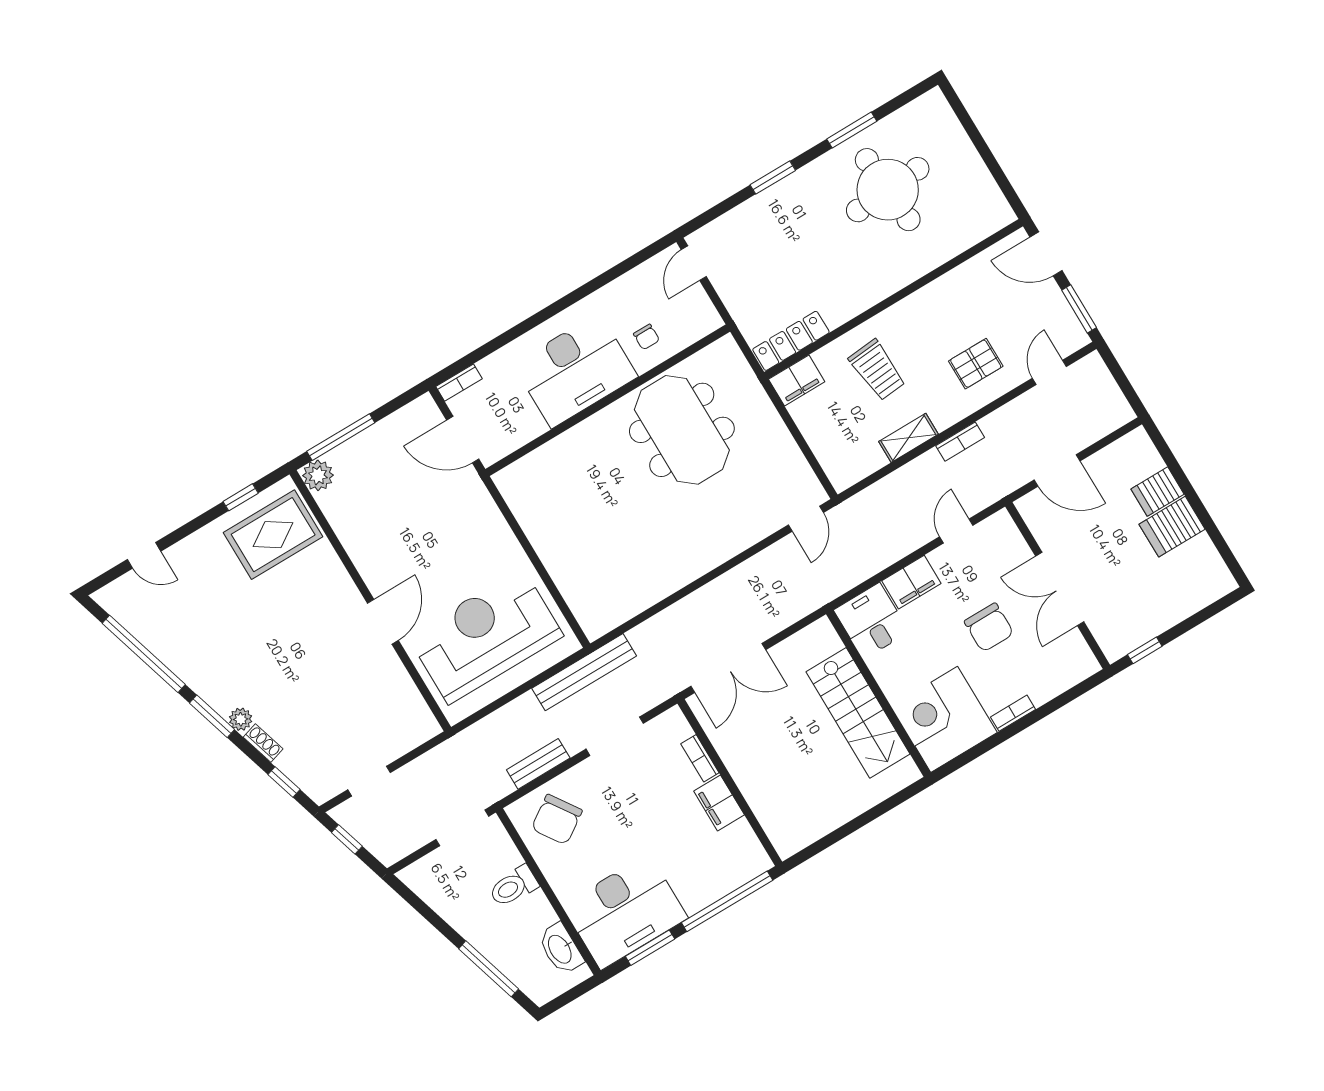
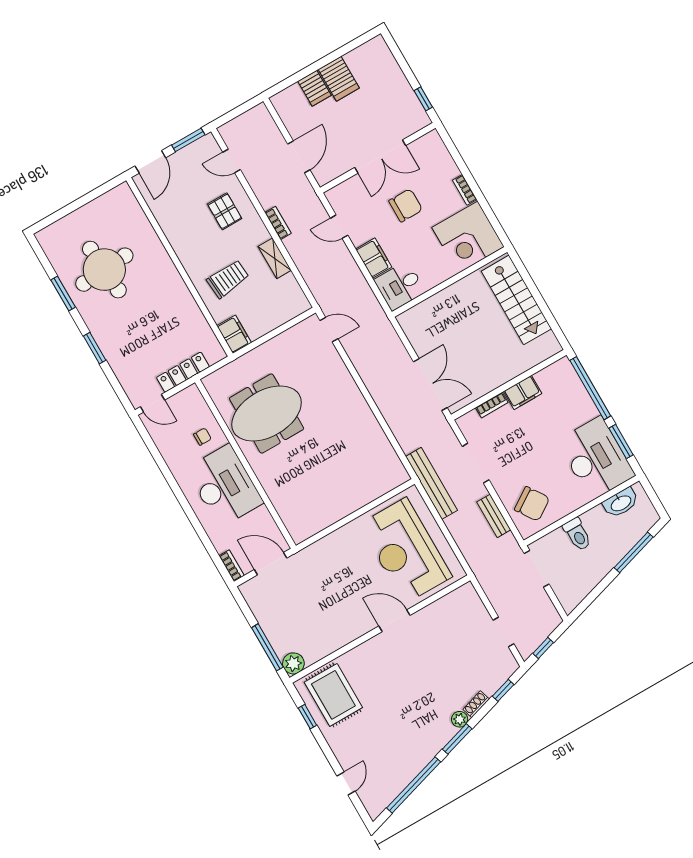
locker: (791, 341) -> (183, 372), moved, turned 90
door: (463, 440) -> (271, 564), swing flipped
stairs: (858, 713) -> (516, 300), moved, turned 90

